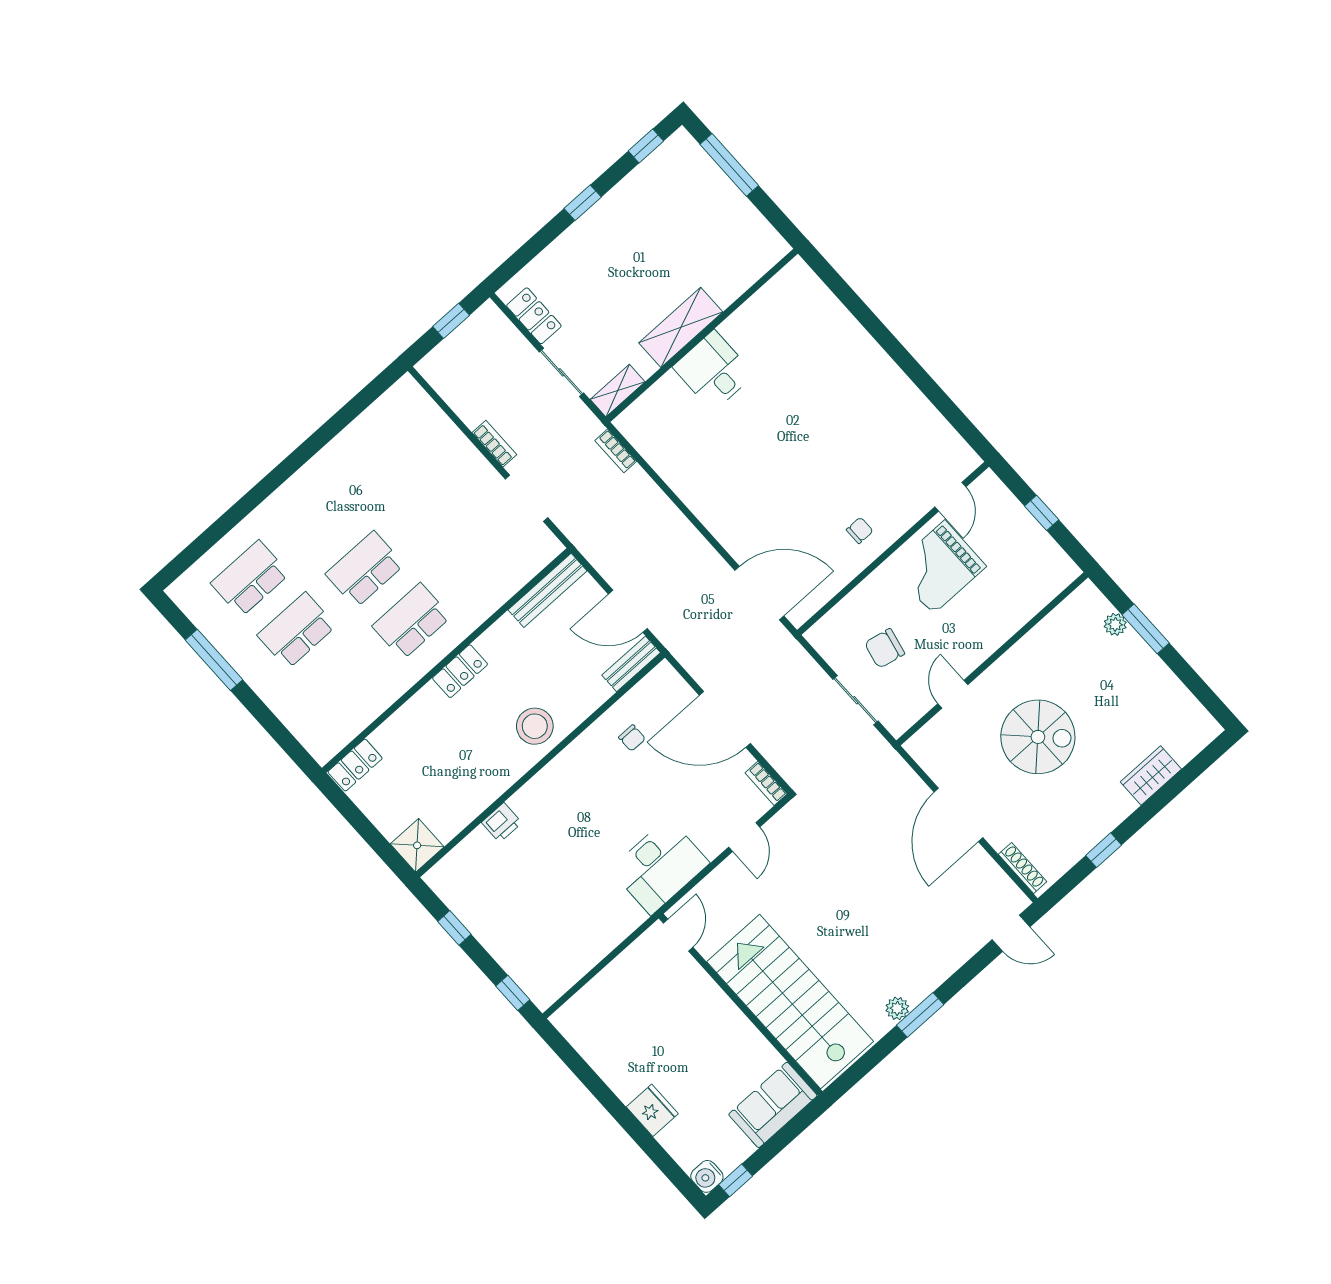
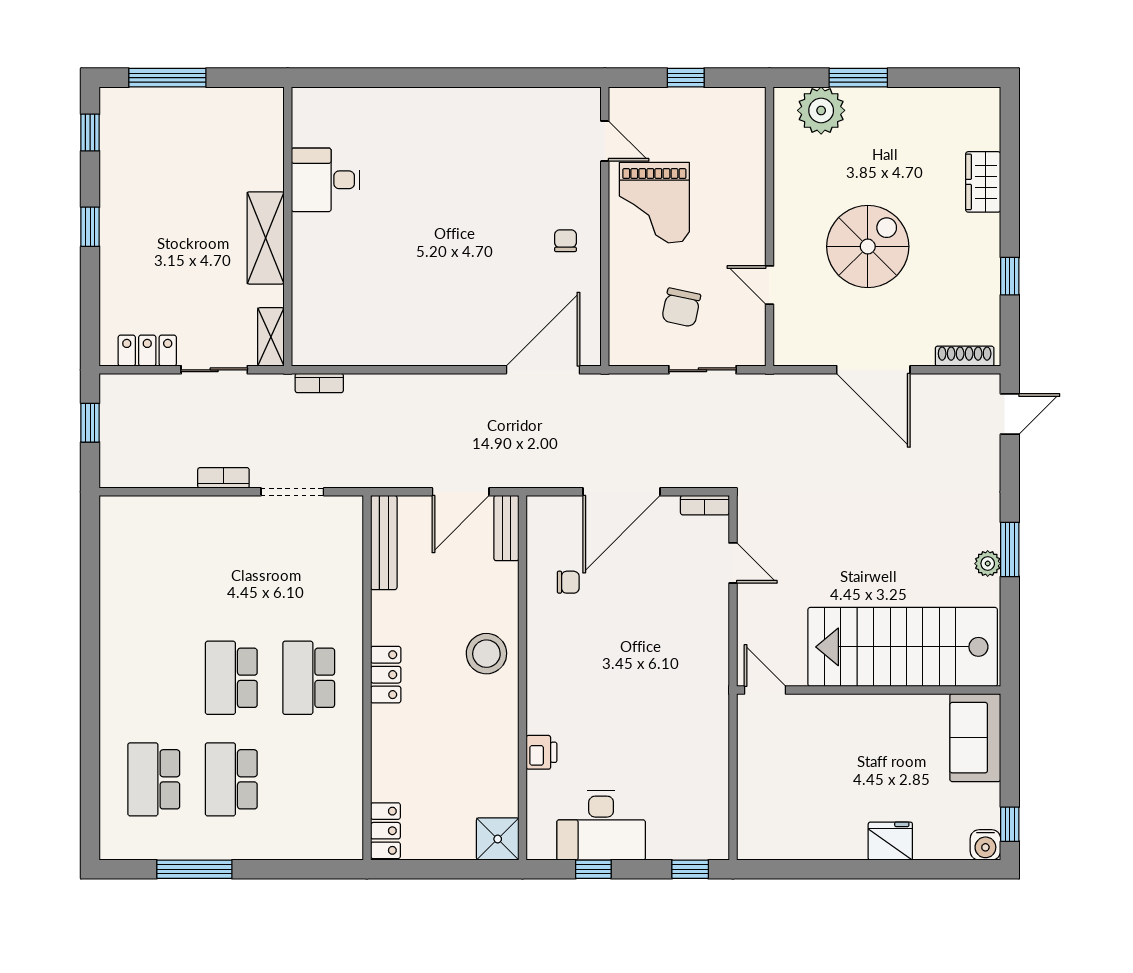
desk: (713, 371) -> (326, 180), moved
plant: (1115, 624) -> (821, 110), width x1.88, depth x1.88
desk: (660, 866) -> (601, 825), moved, turned 90

